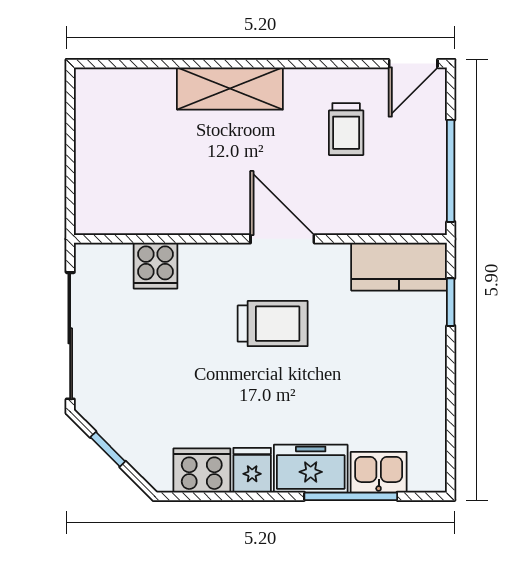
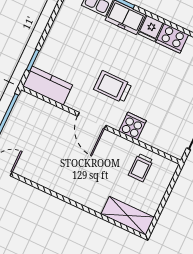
shelving: (230, 89) -> (128, 216), moved
trolley: (346, 129) -> (141, 168), moved, turned 180
cooker: (156, 266) -> (132, 126), moved

